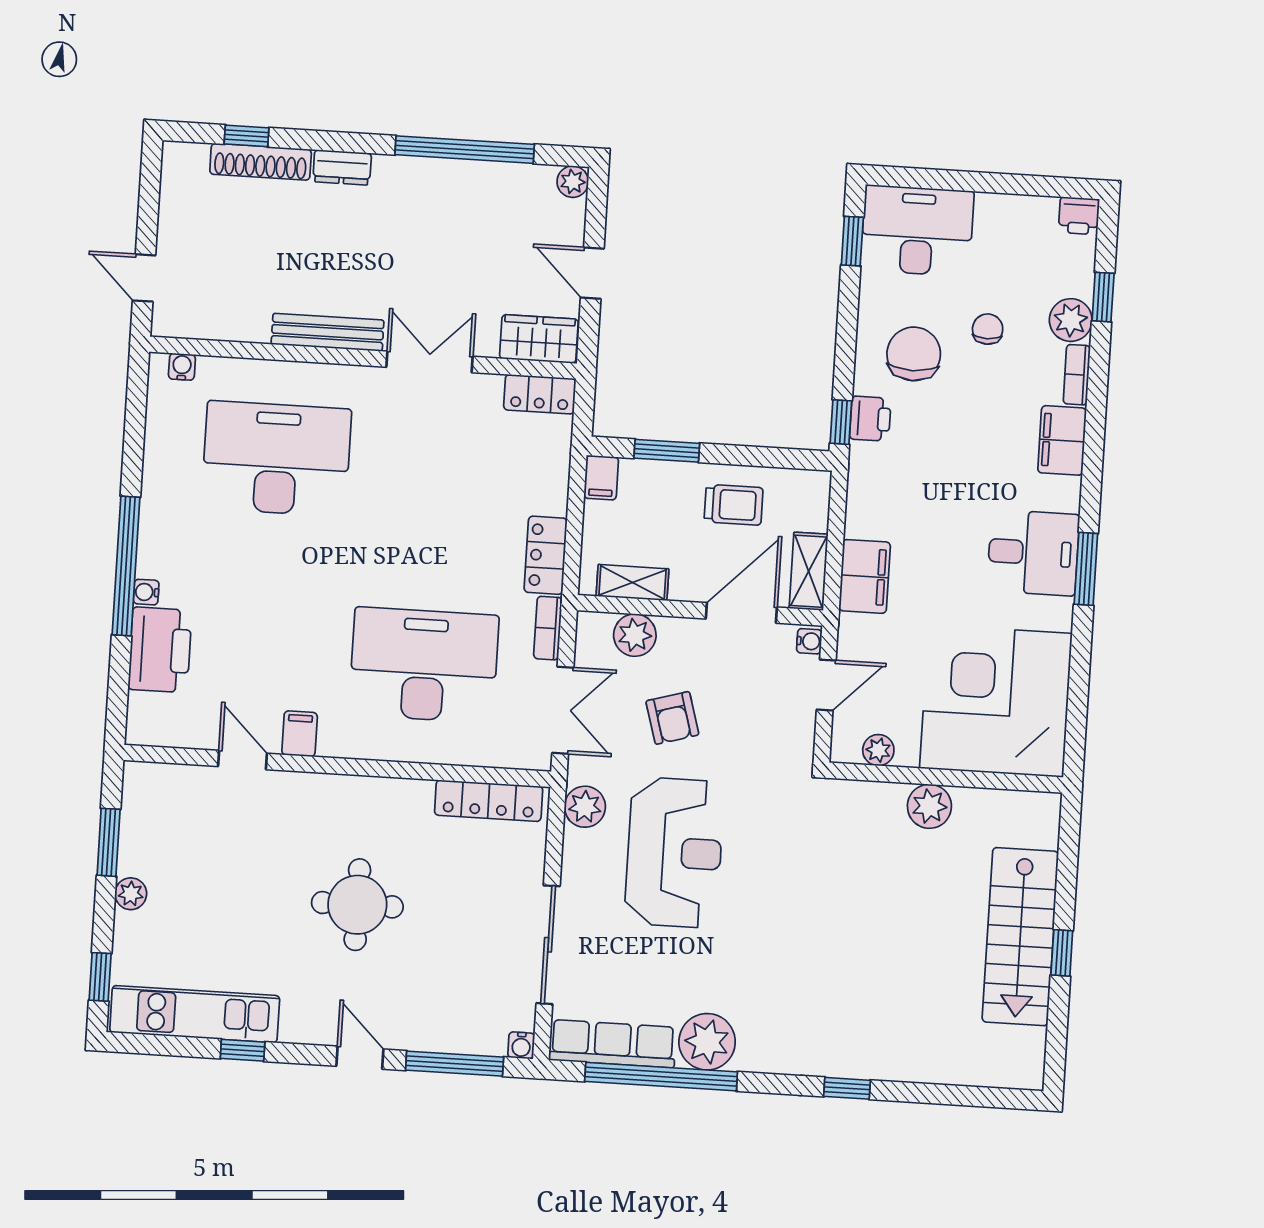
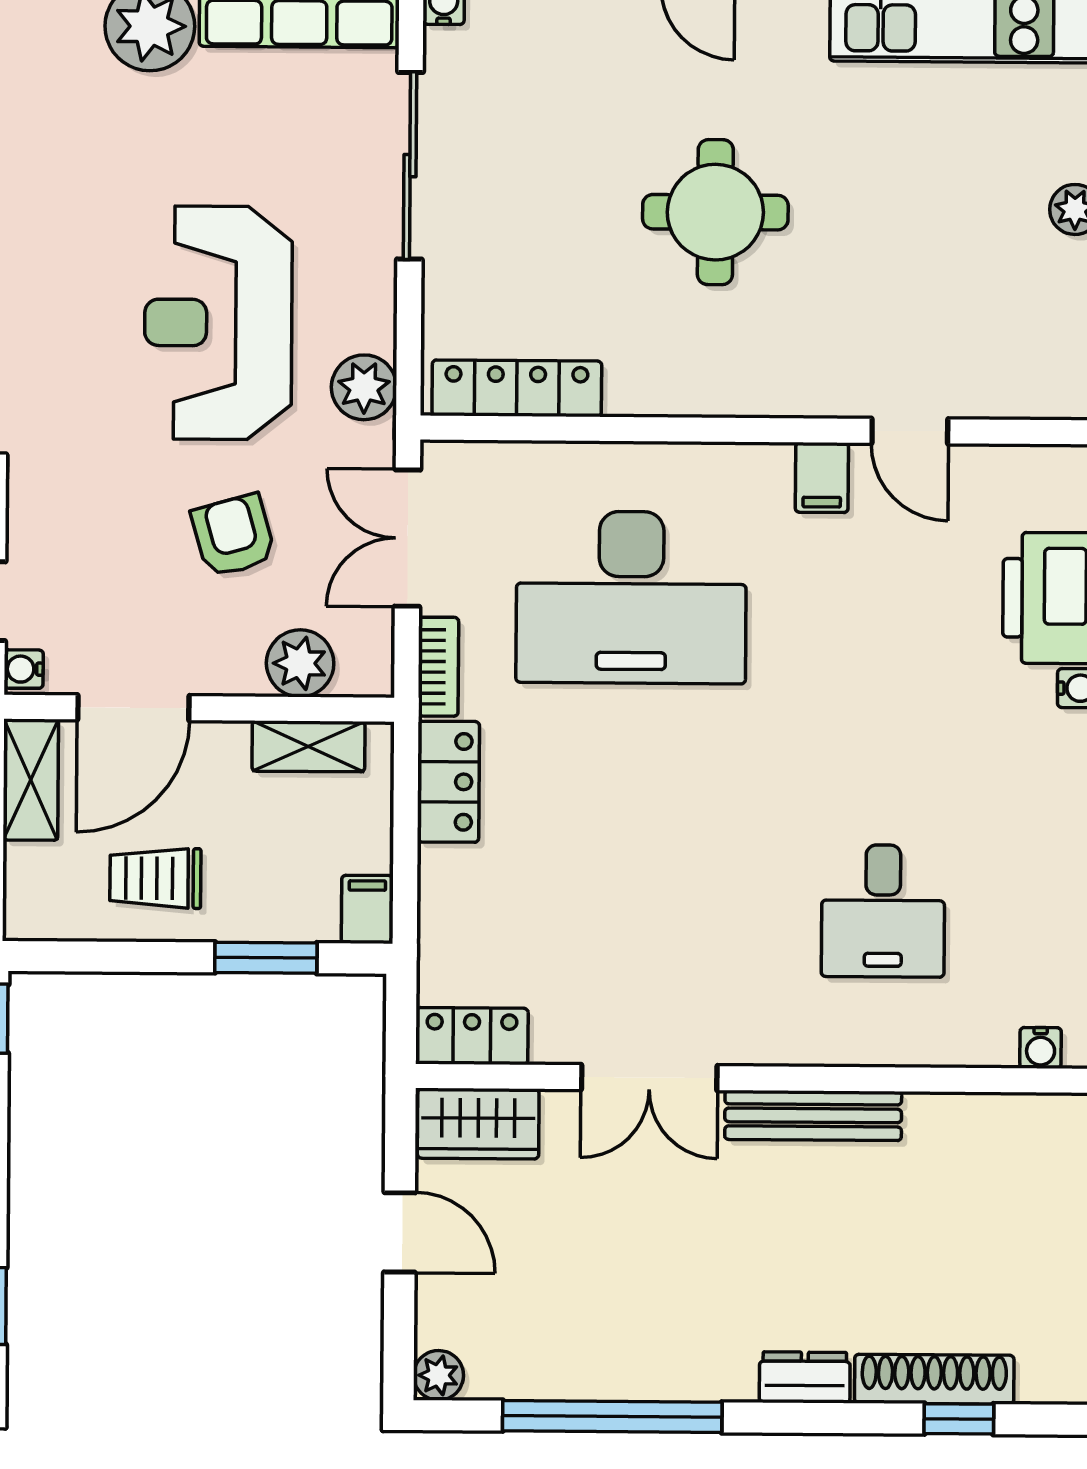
desk: (276, 459) -> (883, 911), width x0.53, depth x0.77

